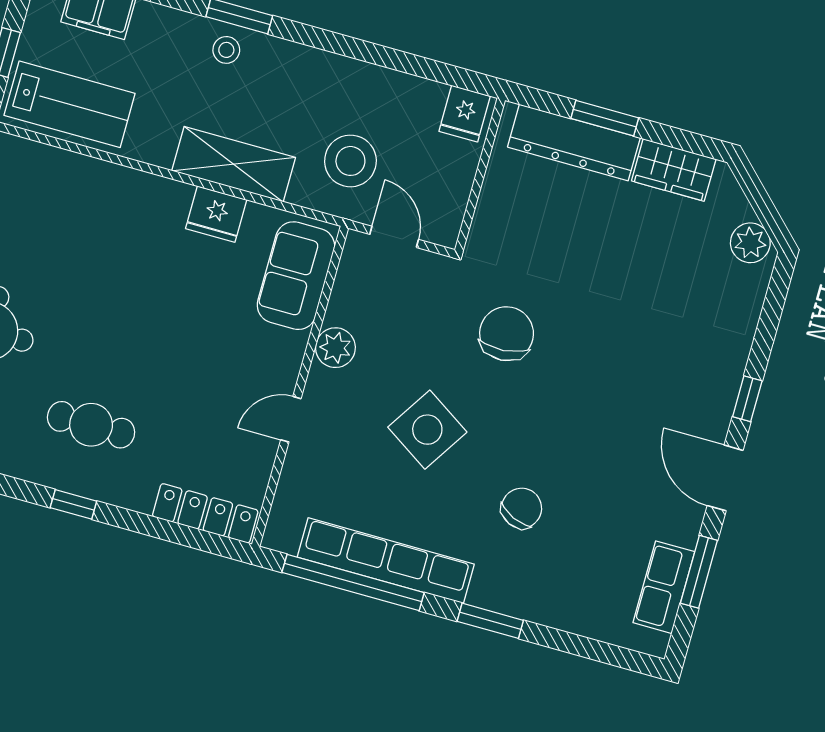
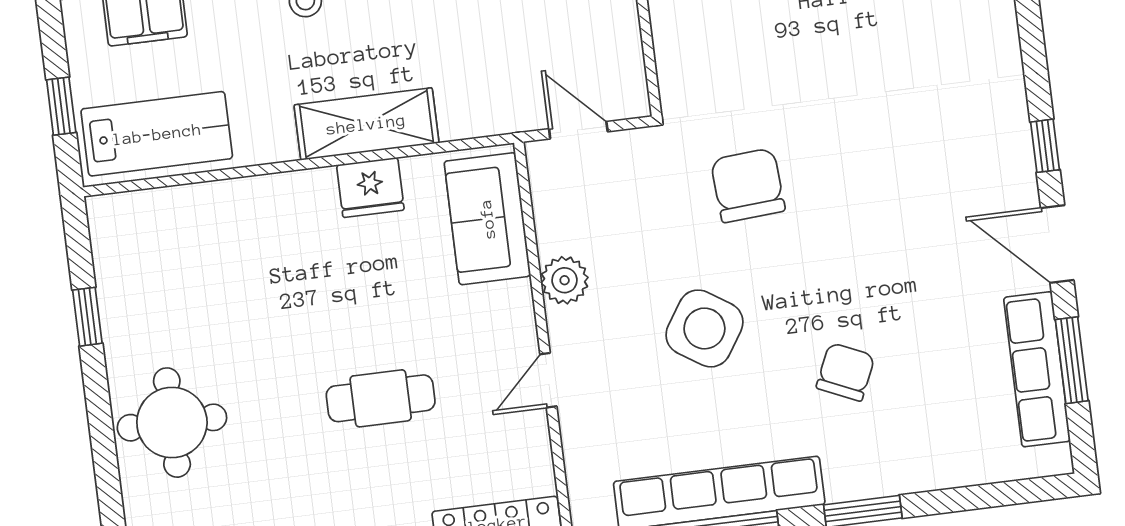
stool: (350, 161) -> (495, 66), removed
cafe table: (91, 425) -> (381, 398), moved
row of seats: (664, 587) -> (1037, 369), width x1.48

